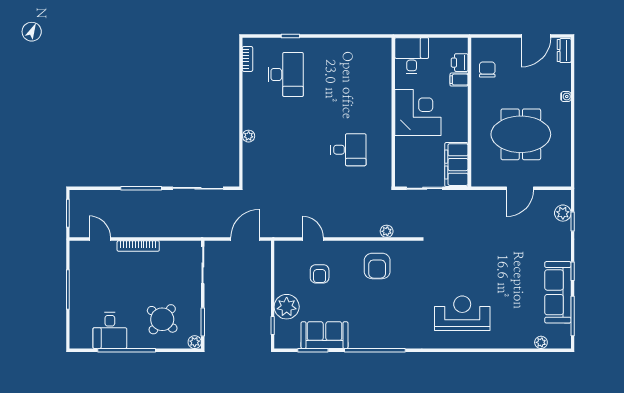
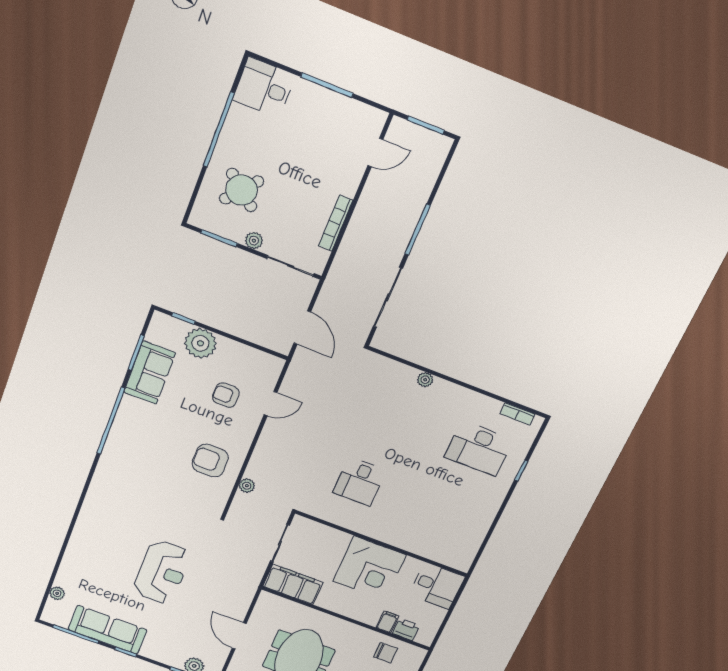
bookcase: (138, 246) -> (336, 223), moved
reception desk: (462, 313) -> (162, 572), moved
desk: (110, 330) -> (264, 88), moved
plant: (195, 342) -> (254, 241), moved

